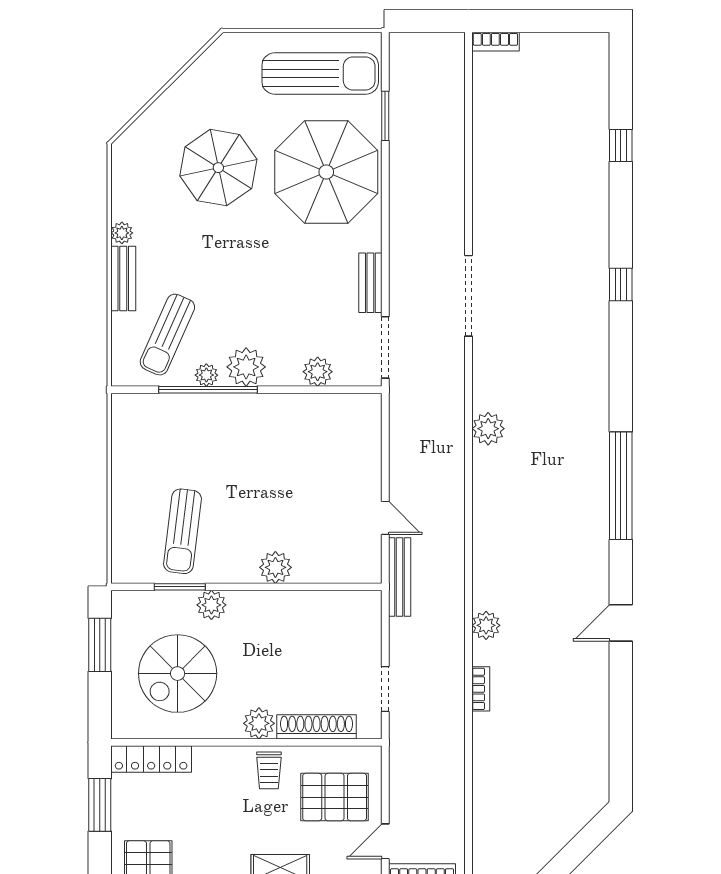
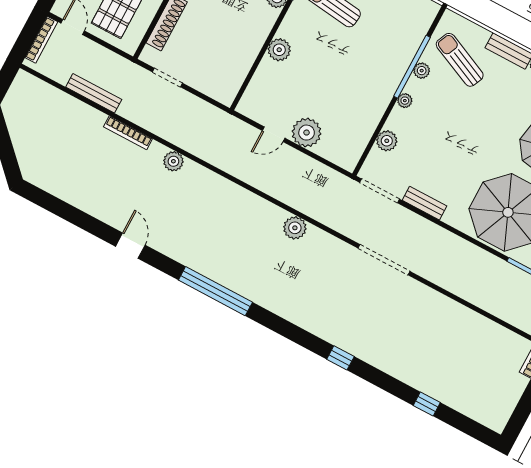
plant: (246, 367) -> (405, 101), width x0.53, depth x0.53
plant: (361, 478) -> (307, 133), added
bench: (400, 577) -> (94, 93), moved
bookcase: (481, 689) -> (128, 133), width x1.56

